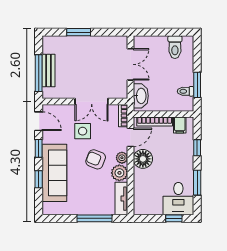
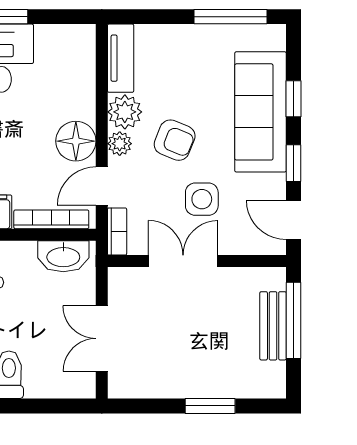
washbasin: (141, 96) -> (63, 256), moved, turned -90
window: (94, 218) -> (231, 17), moved

